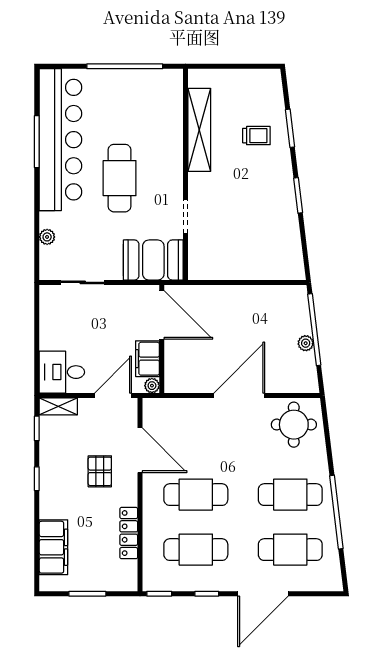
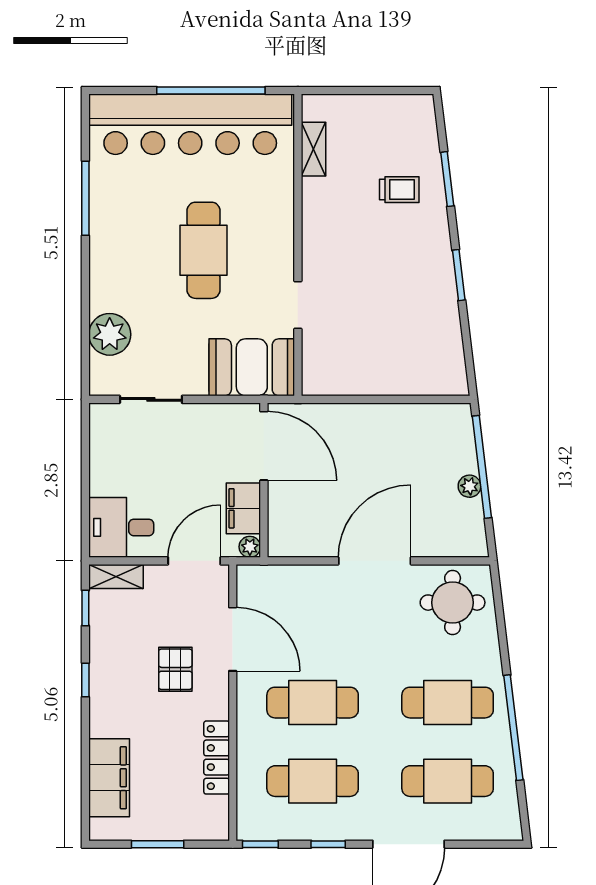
shelving: (199, 130) -> (313, 149), width x0.45, depth x0.75
bar counter: (60, 140) -> (190, 124), moved, turned 90
plant: (47, 237) -> (110, 334), width x1.87, depth x1.87

